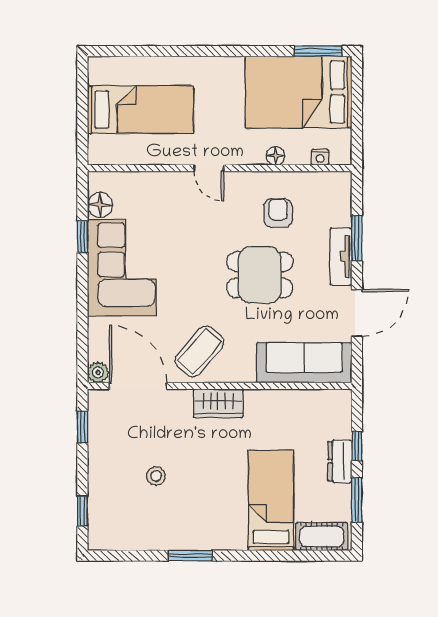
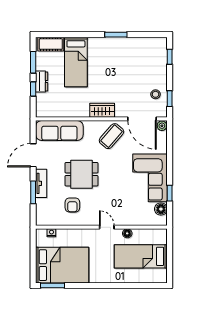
floor lamp: (275, 156) -> (127, 233), moved
stool: (156, 476) -> (156, 94), moved

